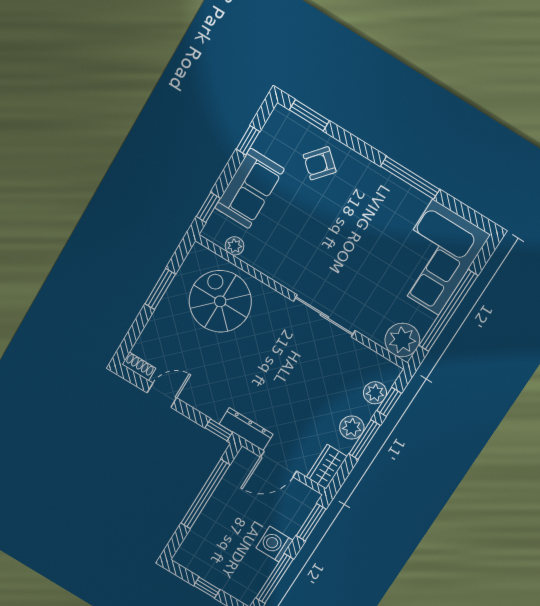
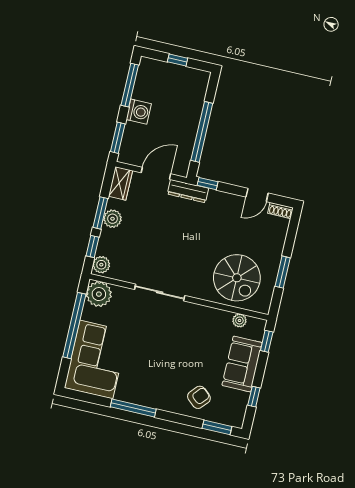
plant: (375, 393) -> (101, 265), moved

